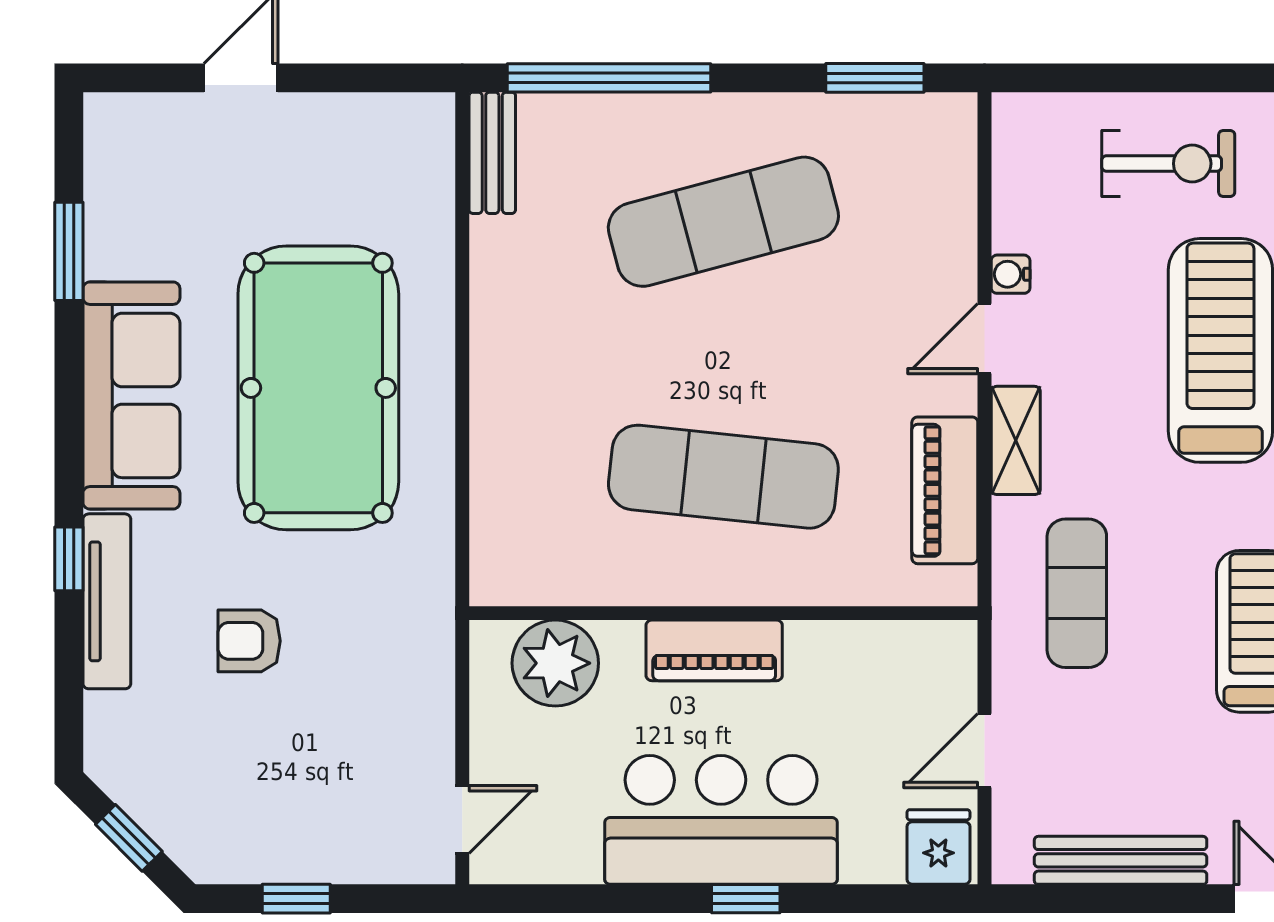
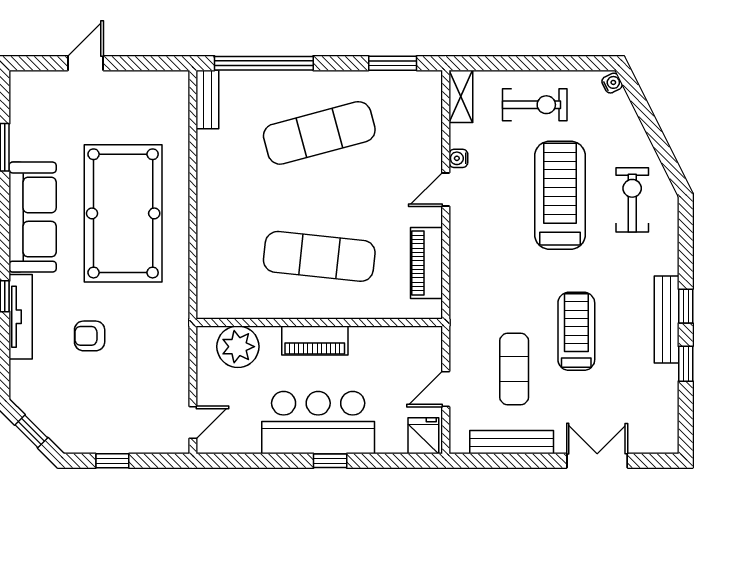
shelving: (1016, 440) -> (461, 96), moved
exercise mat: (1077, 593) -> (514, 369), moved

